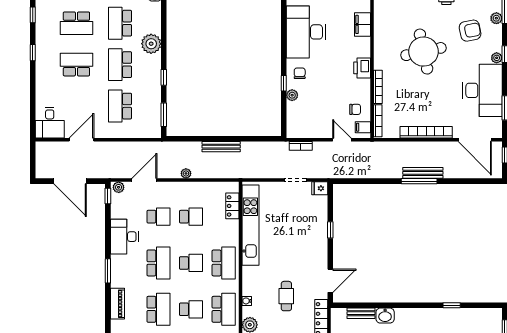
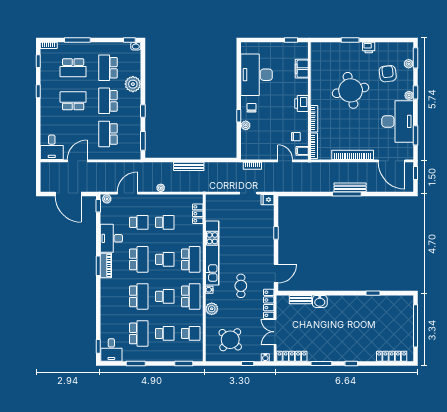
armchair: (470, 31) -> (388, 74), turned -86
kitchen unit: (250, 225) -> (212, 253), moved
piano: (117, 304) -> (106, 266), moved

